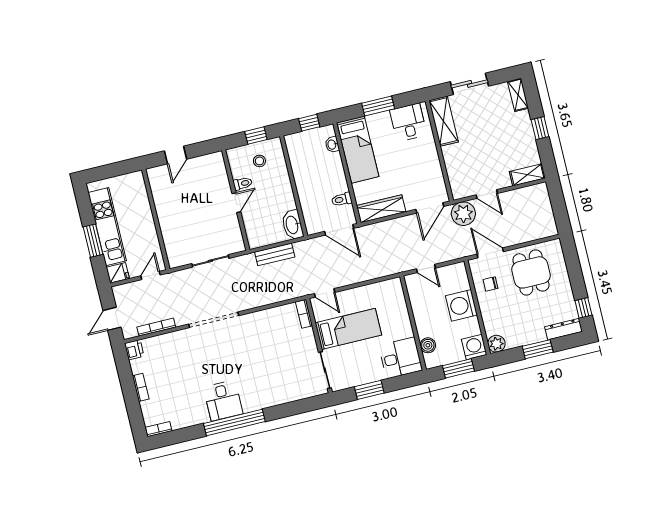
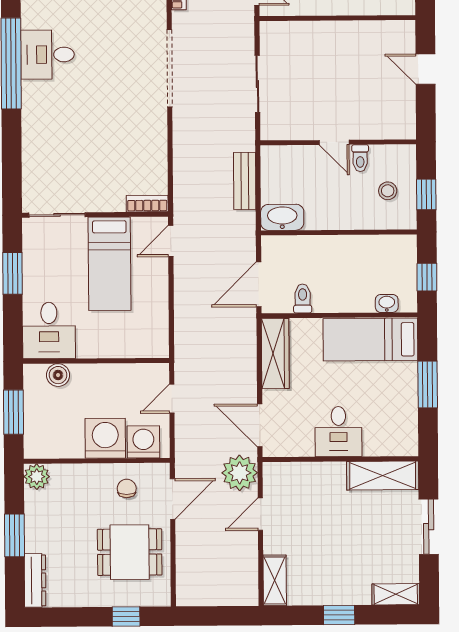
desk: (408, 122) -> (338, 432), moved, turned 90
window: (583, 308) -> (126, 617), moved
washing machine: (474, 347) -> (143, 442), moved, turned -90

